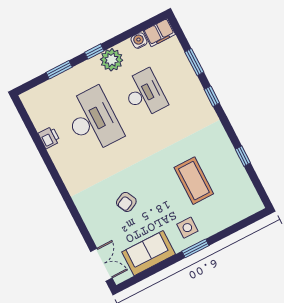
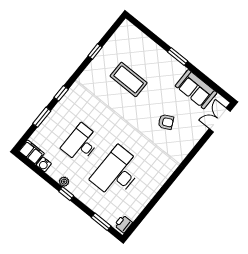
plant: (112, 60) -> (64, 182), width x0.53, depth x0.53
window: (59, 70) -> (101, 222), moved
printer: (49, 137) -> (123, 224), moved
coffee table: (194, 181) -> (129, 79), turned 90
side table: (187, 228) -> (165, 69), removed

